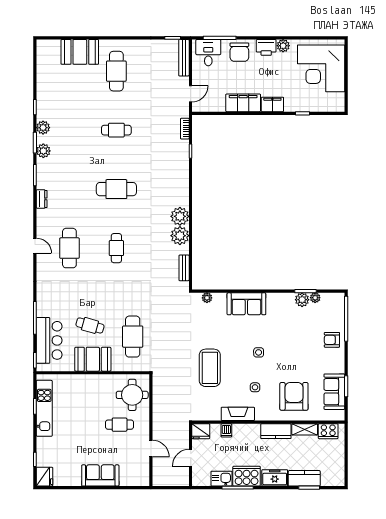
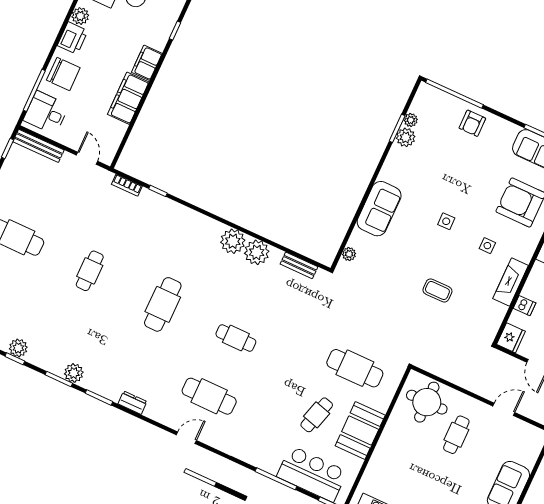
plant: (43, 128) -> (18, 348), moved
coffee table: (210, 368) -> (437, 291), width x0.54, depth x0.58

